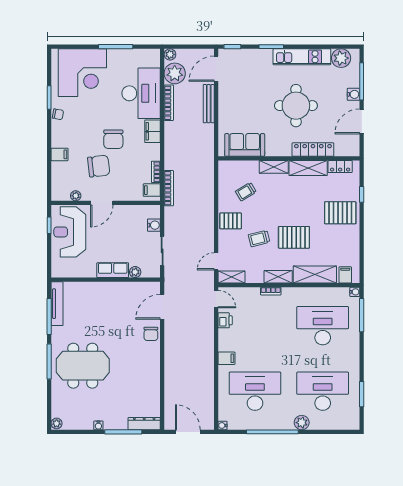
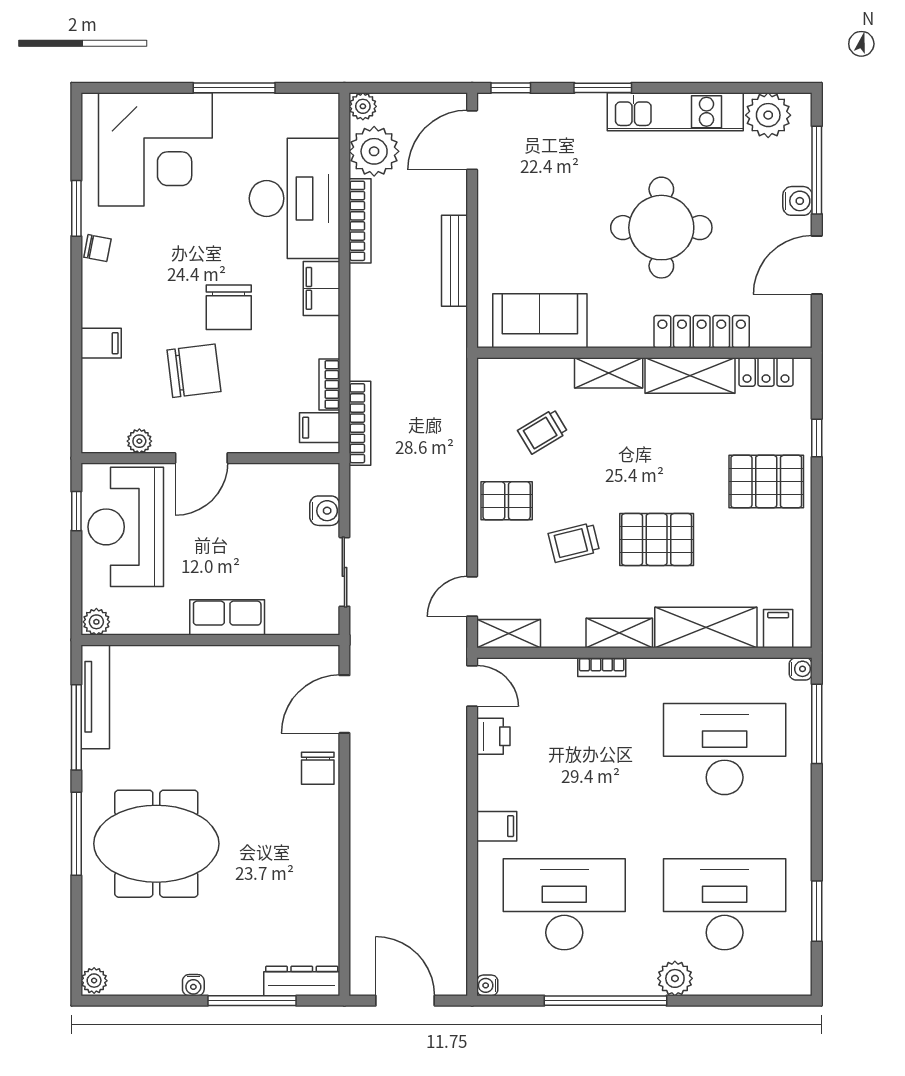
bench: (209, 104) -> (455, 261), moved
plant: (135, 272) -> (96, 622), moved

